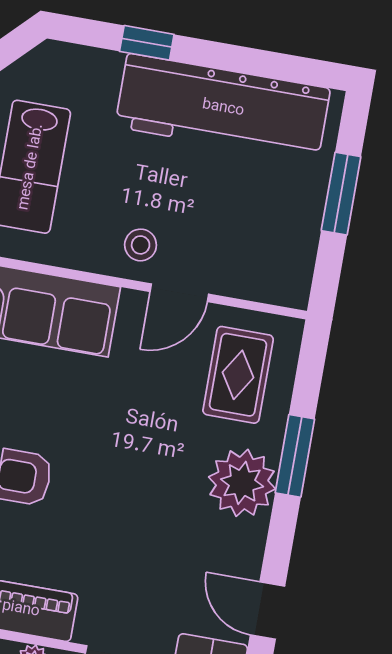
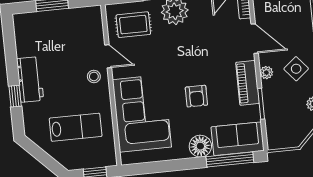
workbench: (223, 108) -> (30, 79), width x0.53, depth x0.76

